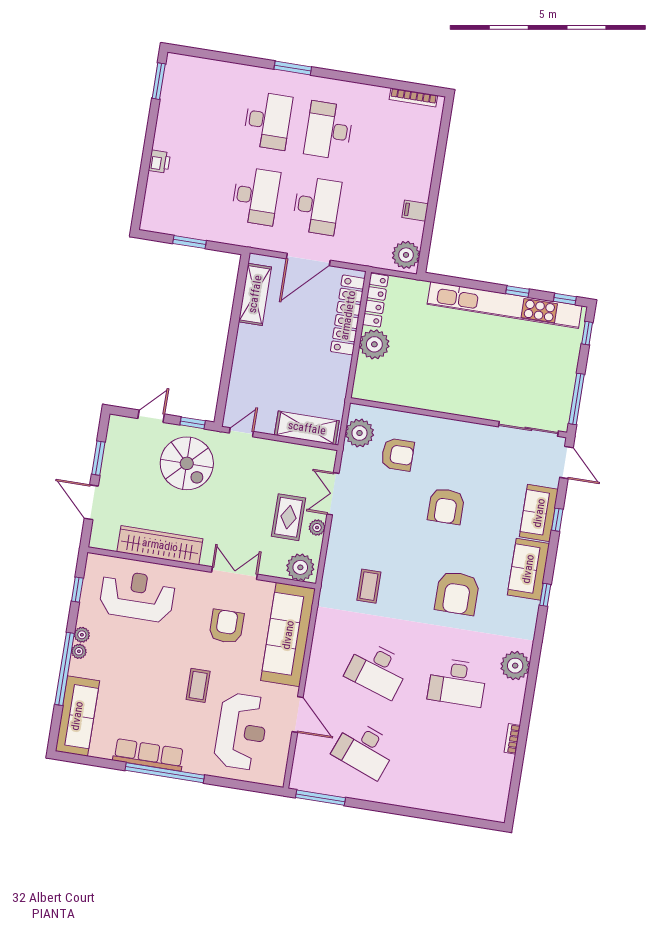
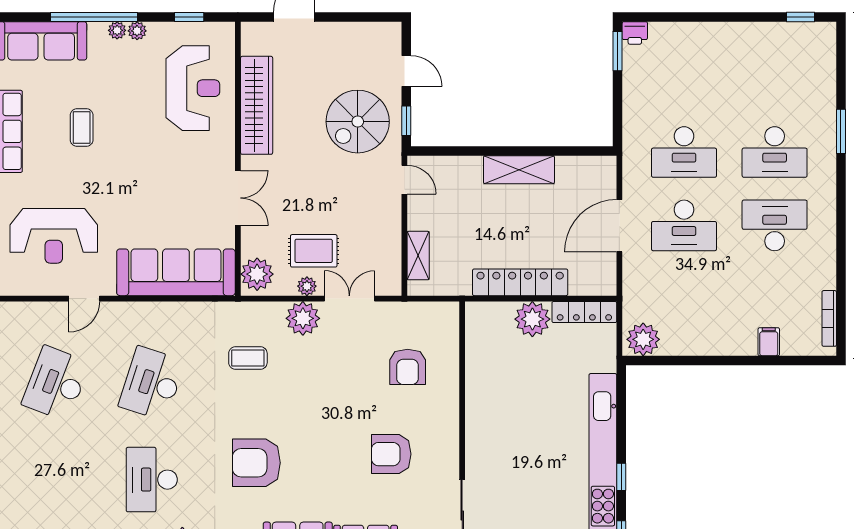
window: (293, 68) -> (841, 131), moved
window: (159, 81) -> (800, 17), width x0.67
printer: (159, 162) -> (635, 33), moved
filing cabinet: (415, 211) -> (769, 342), moved
window: (190, 242) -> (618, 51), moved
door: (308, 259) -> (619, 226), hinge flipped
shelving: (255, 294) -> (519, 170), moved
locker: (348, 315) -> (520, 282), moved
shelving: (307, 428) -> (418, 256), width x0.67, depth x0.75
plant: (360, 433) -> (303, 318), moved
window: (98, 458) -> (347, 17), removed
armchair: (446, 506) -> (391, 454), moved
armchair: (226, 626) -> (174, 199), removed
coffee table: (198, 685) -> (82, 128), moved, turned 90
door: (298, 714) -> (84, 299), width x0.73

